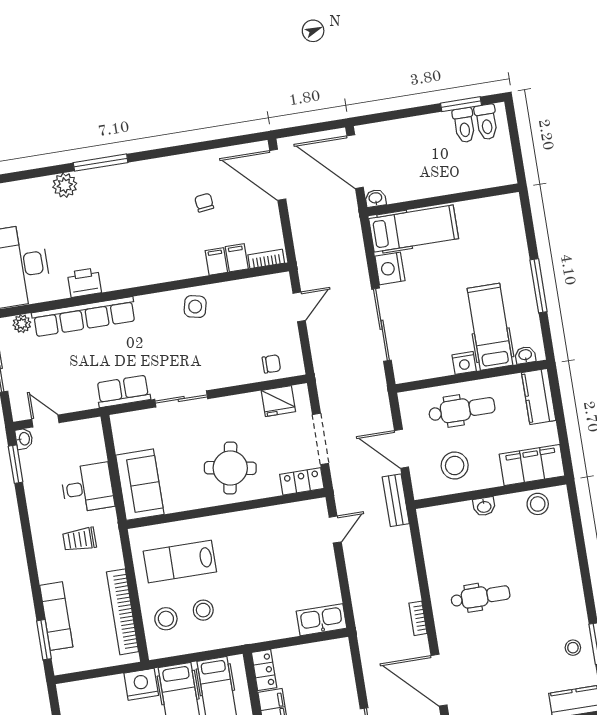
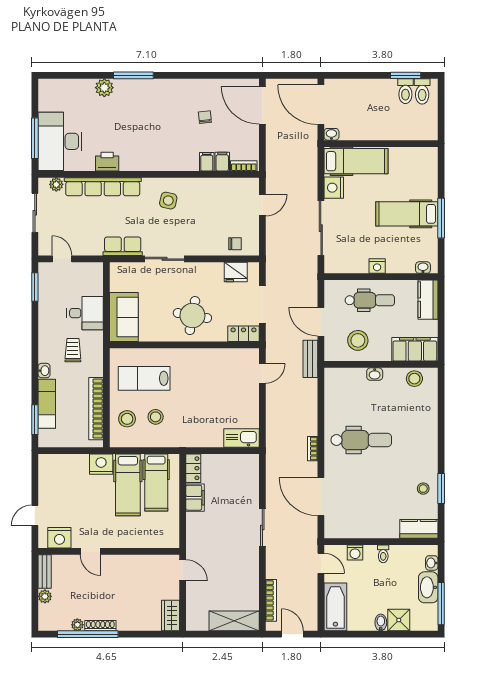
side table: (195, 307) -> (168, 201), moved
hospital bed: (490, 327) -> (407, 214), moved, turned -90
washbasin: (24, 439) -> (44, 371), moved
trolley: (79, 539) -> (73, 350), turned 90
dental chair: (480, 597) -> (361, 440), width x1.36, depth x1.38

